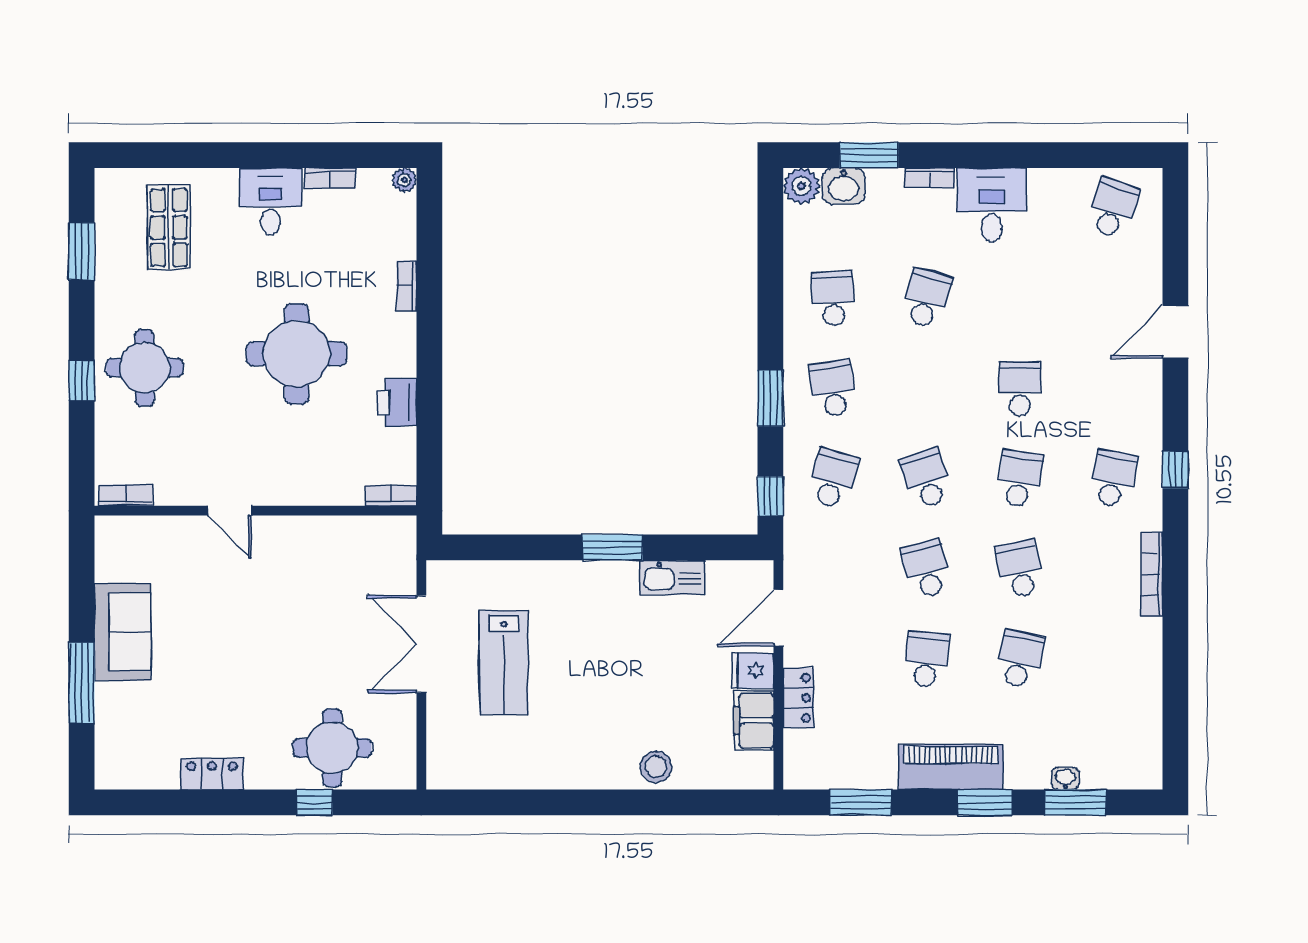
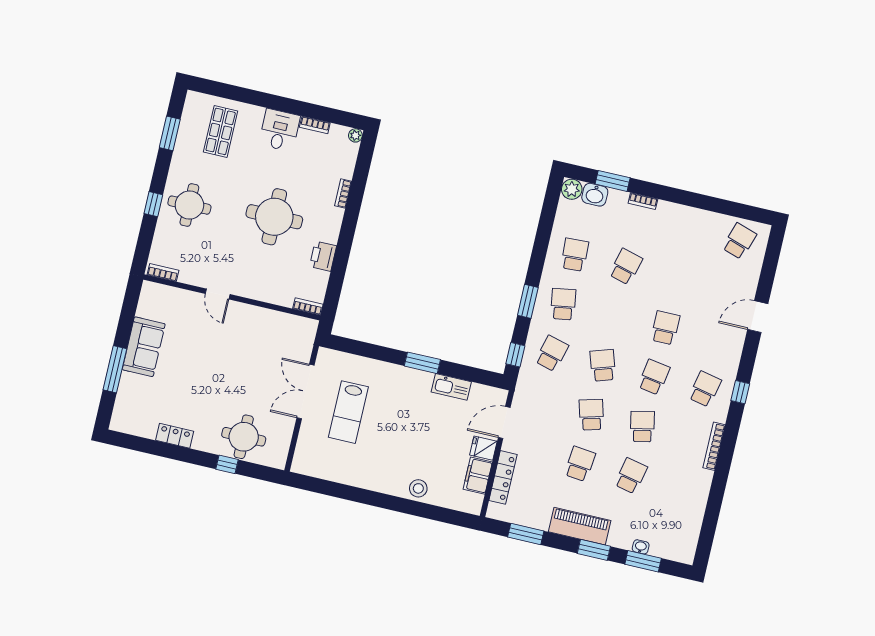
desk: (992, 205) -> (673, 224), removed
locker: (798, 698) -> (503, 477), width x1.53

